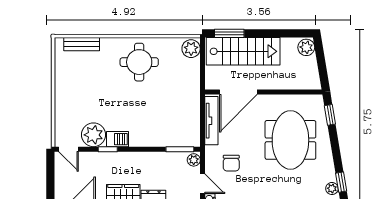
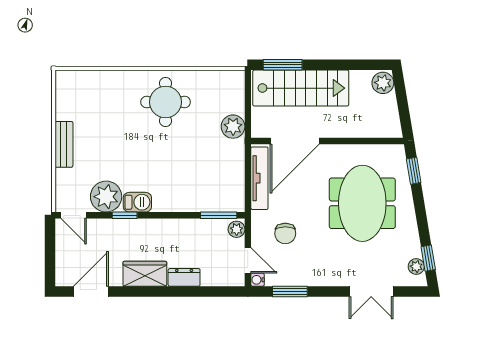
bench: (82, 44) -> (64, 144), moved, turned 90
plant: (191, 49) -> (233, 127), moved

